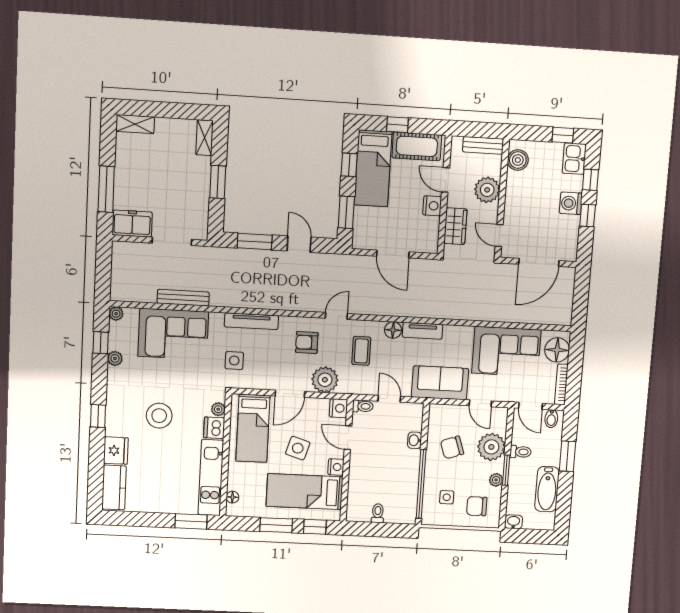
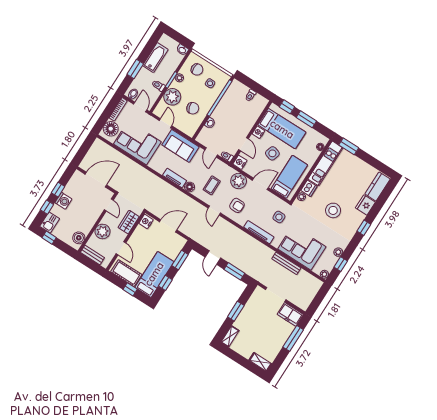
nightstand: (432, 206) -> (146, 222), moved
door: (393, 254) -> (168, 226), hinge flipped
door: (336, 316) -> (214, 211), hinge flipped

